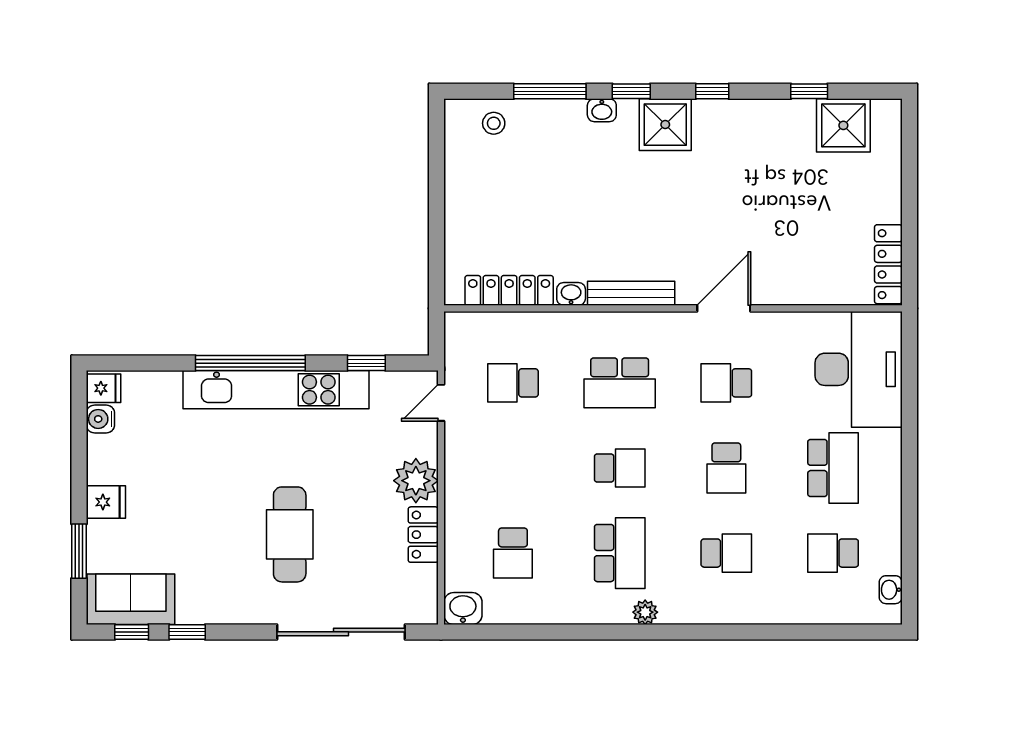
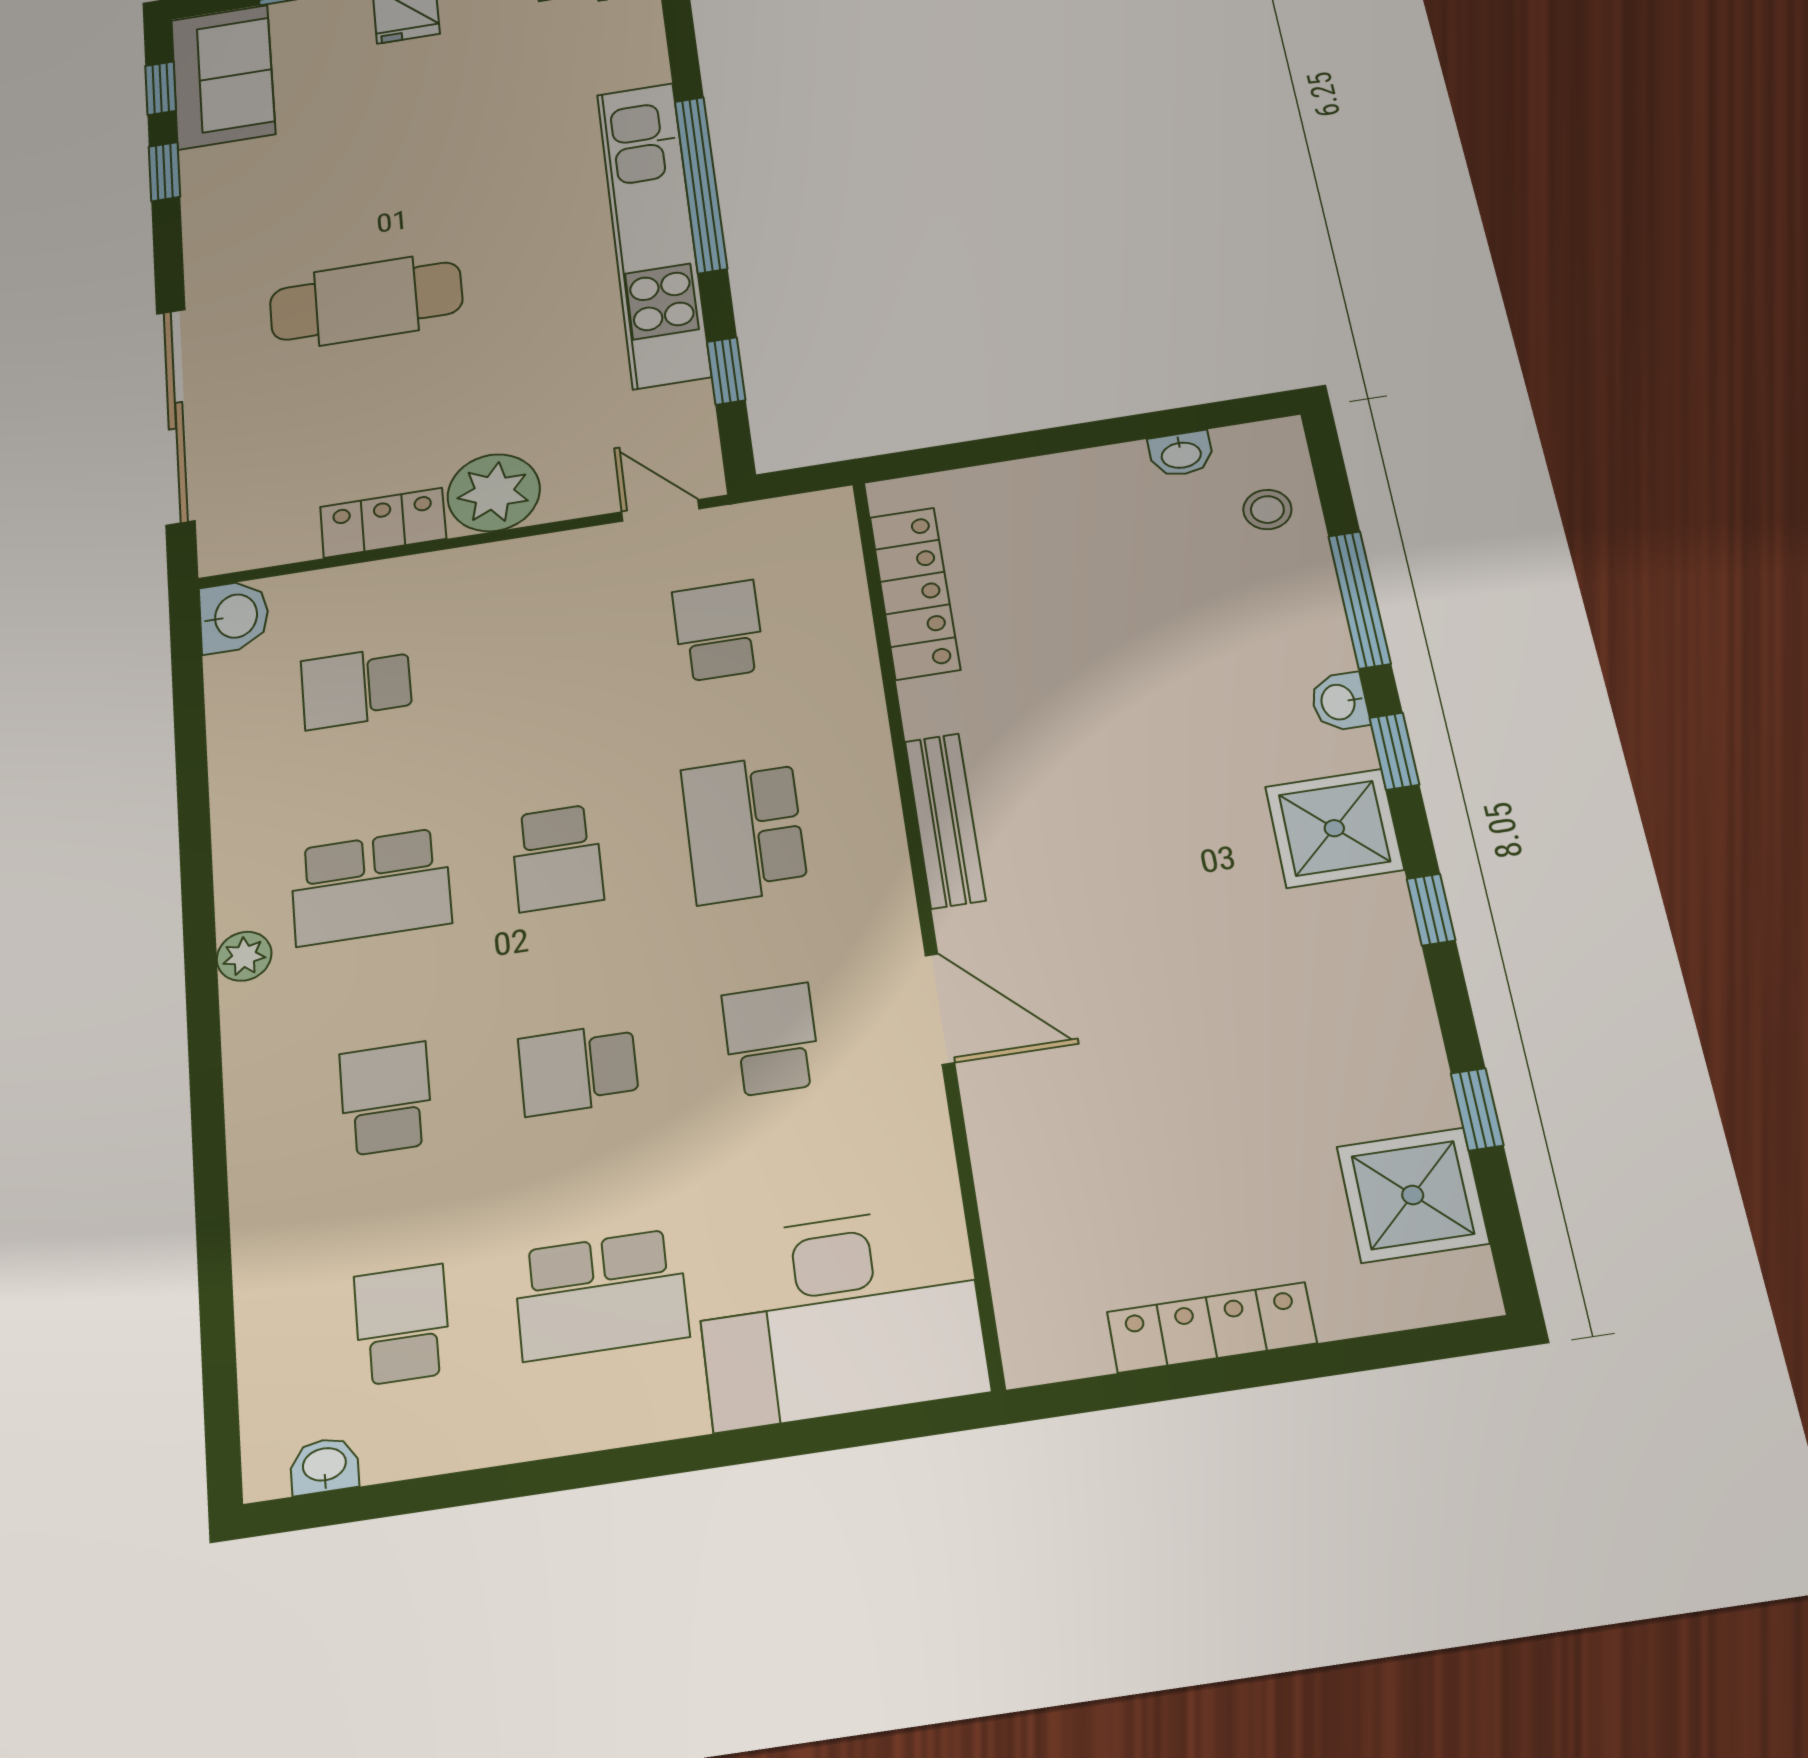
locker: (888, 264) -> (1212, 1328), moved
washbasin: (571, 294) -> (1181, 454), moved, turned 90
school desk: (726, 553) -> (386, 1099), turned 180

